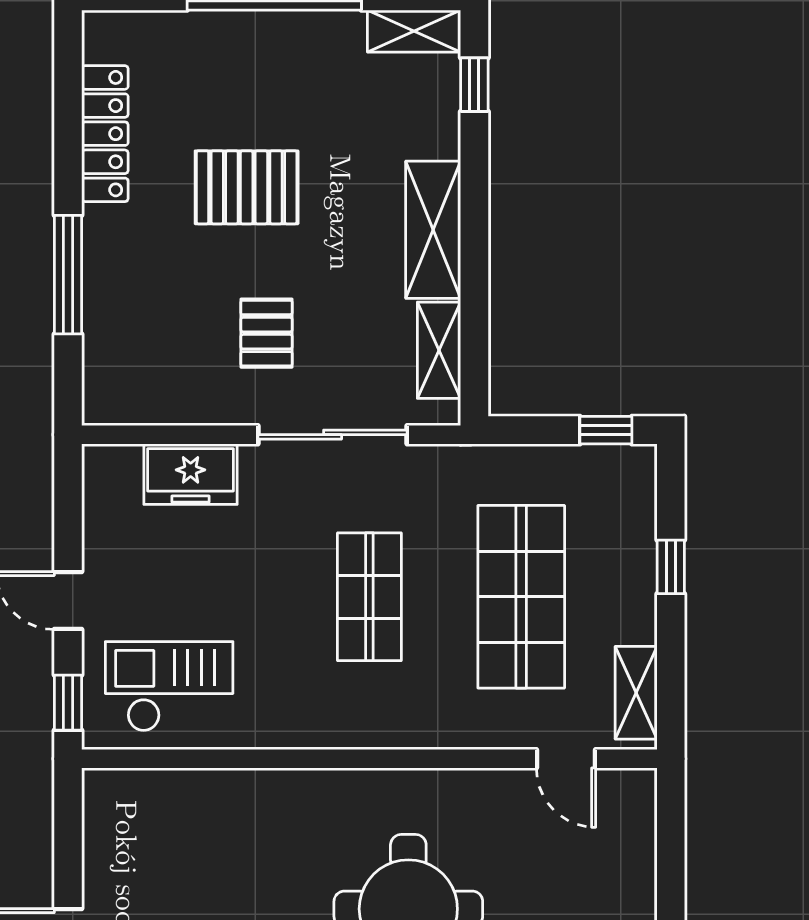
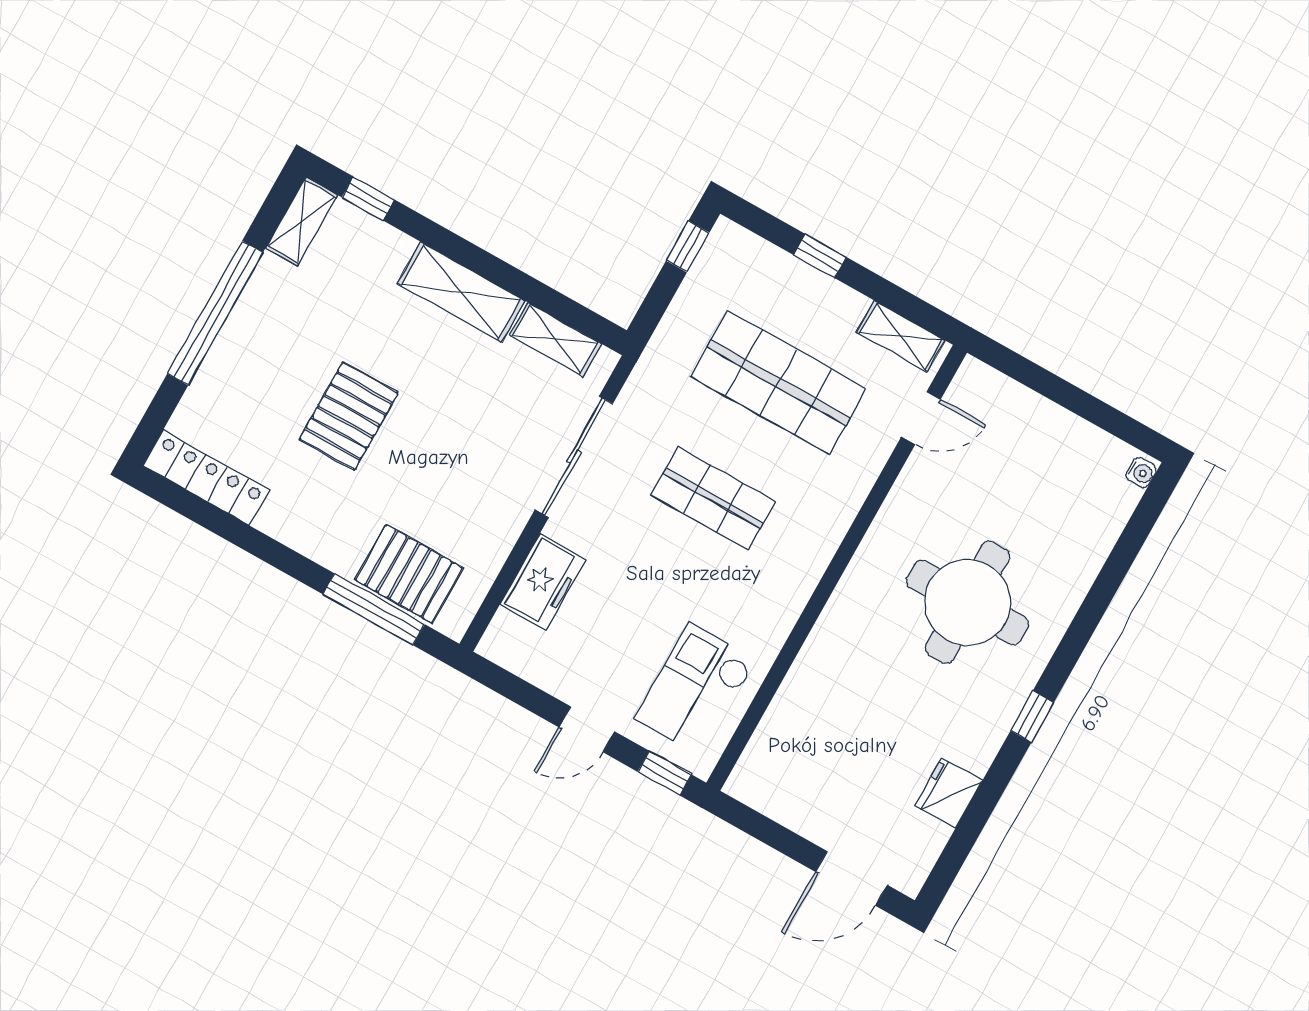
locker: (105, 134) -> (206, 478), moved
window: (68, 275) -> (374, 609), moved
pallet: (267, 333) -> (409, 574), moved, width x1.50, depth x1.42

